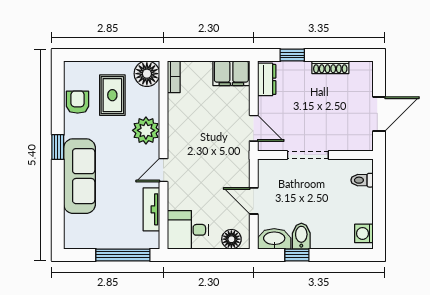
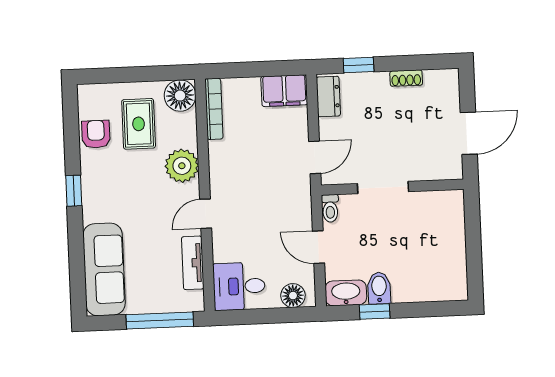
shoe rack: (330, 67) -> (406, 78), width x0.70
bookcase: (174, 77) -> (214, 109), width x1.56
door: (254, 128) -> (315, 157), hinge flipped
sofa: (80, 176) -> (104, 269), moved
toilet: (362, 180) -> (330, 208), moved, turned -90
washing machine: (364, 233) -> (456, 282), removed

